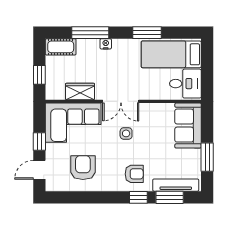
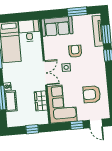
cot: (61, 47) -> (11, 101), moved
armchair: (134, 174) -> (75, 51), moved

